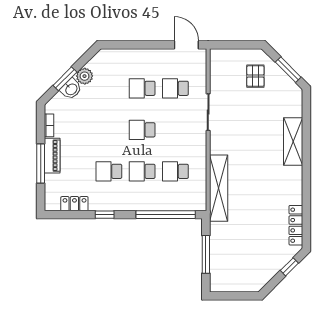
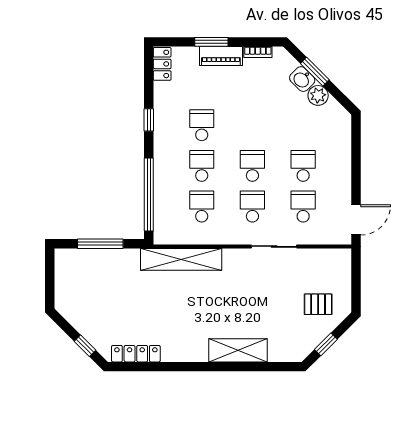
window: (288, 70) -> (326, 344), width x0.67
school desk: (175, 130) -> (252, 207), added
window: (41, 163) -> (211, 42), width x0.69
locker: (74, 204) -> (162, 64), moved

